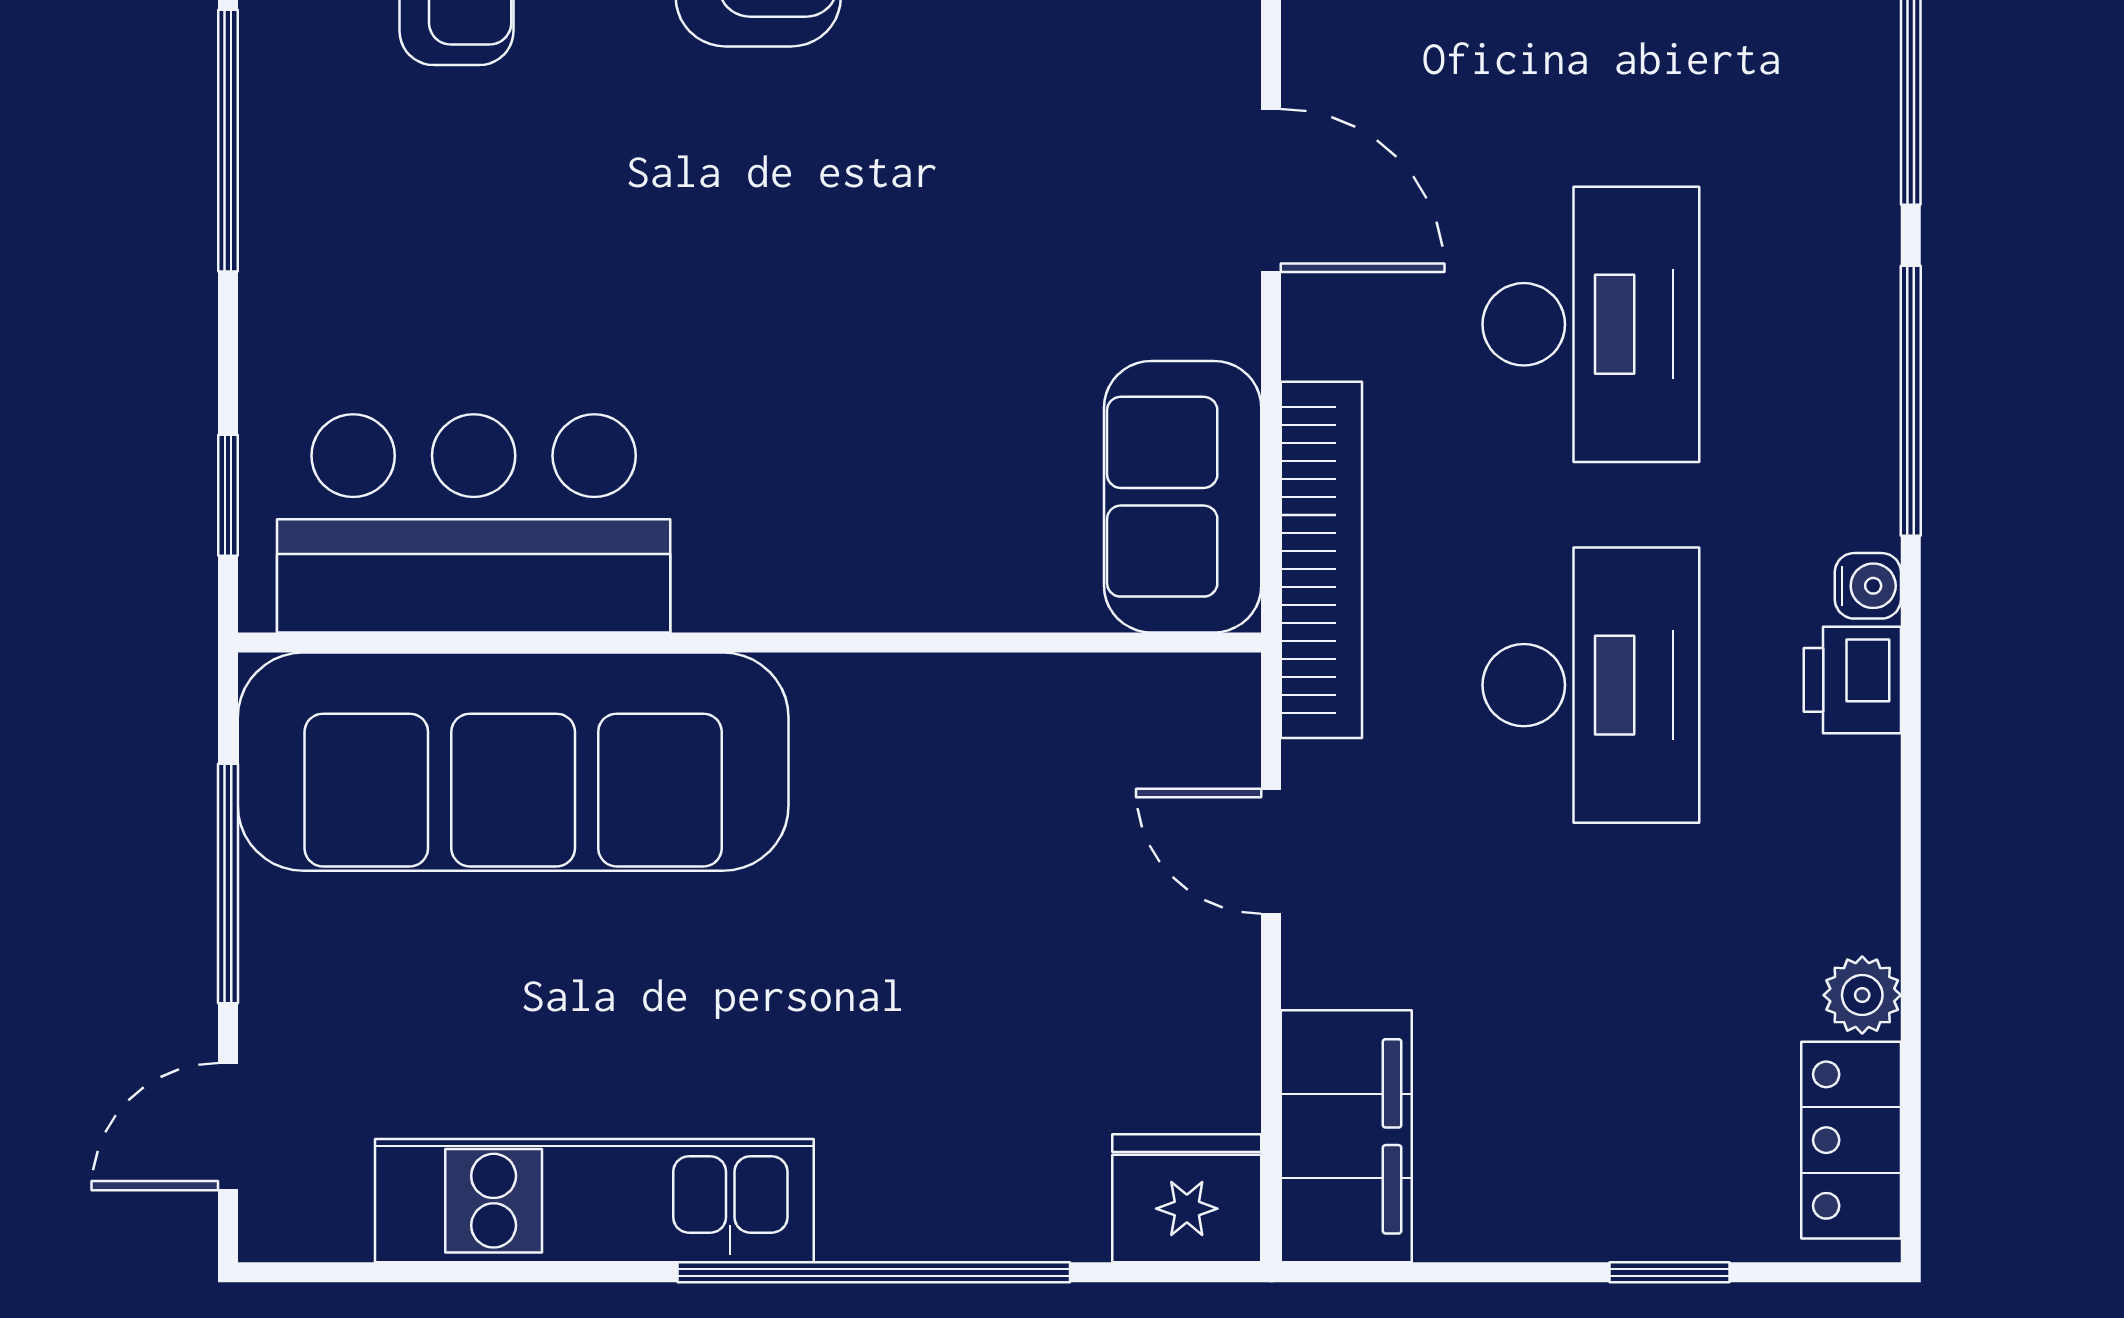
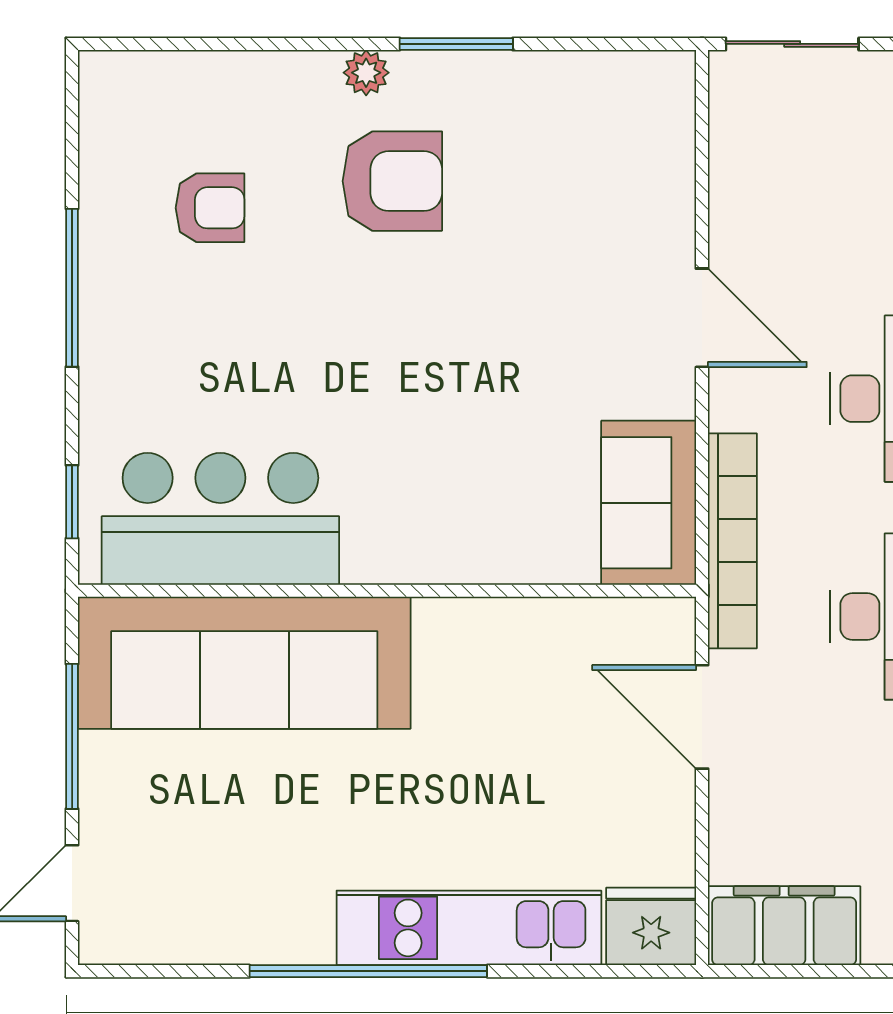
door: (1271, 851) -> (702, 717), width x1.38
filing cabinet: (1346, 1136) -> (784, 926), moved, turned -90
kitchen unit: (594, 1201) -> (469, 928), moved
window: (874, 1272) -> (368, 971), moved

